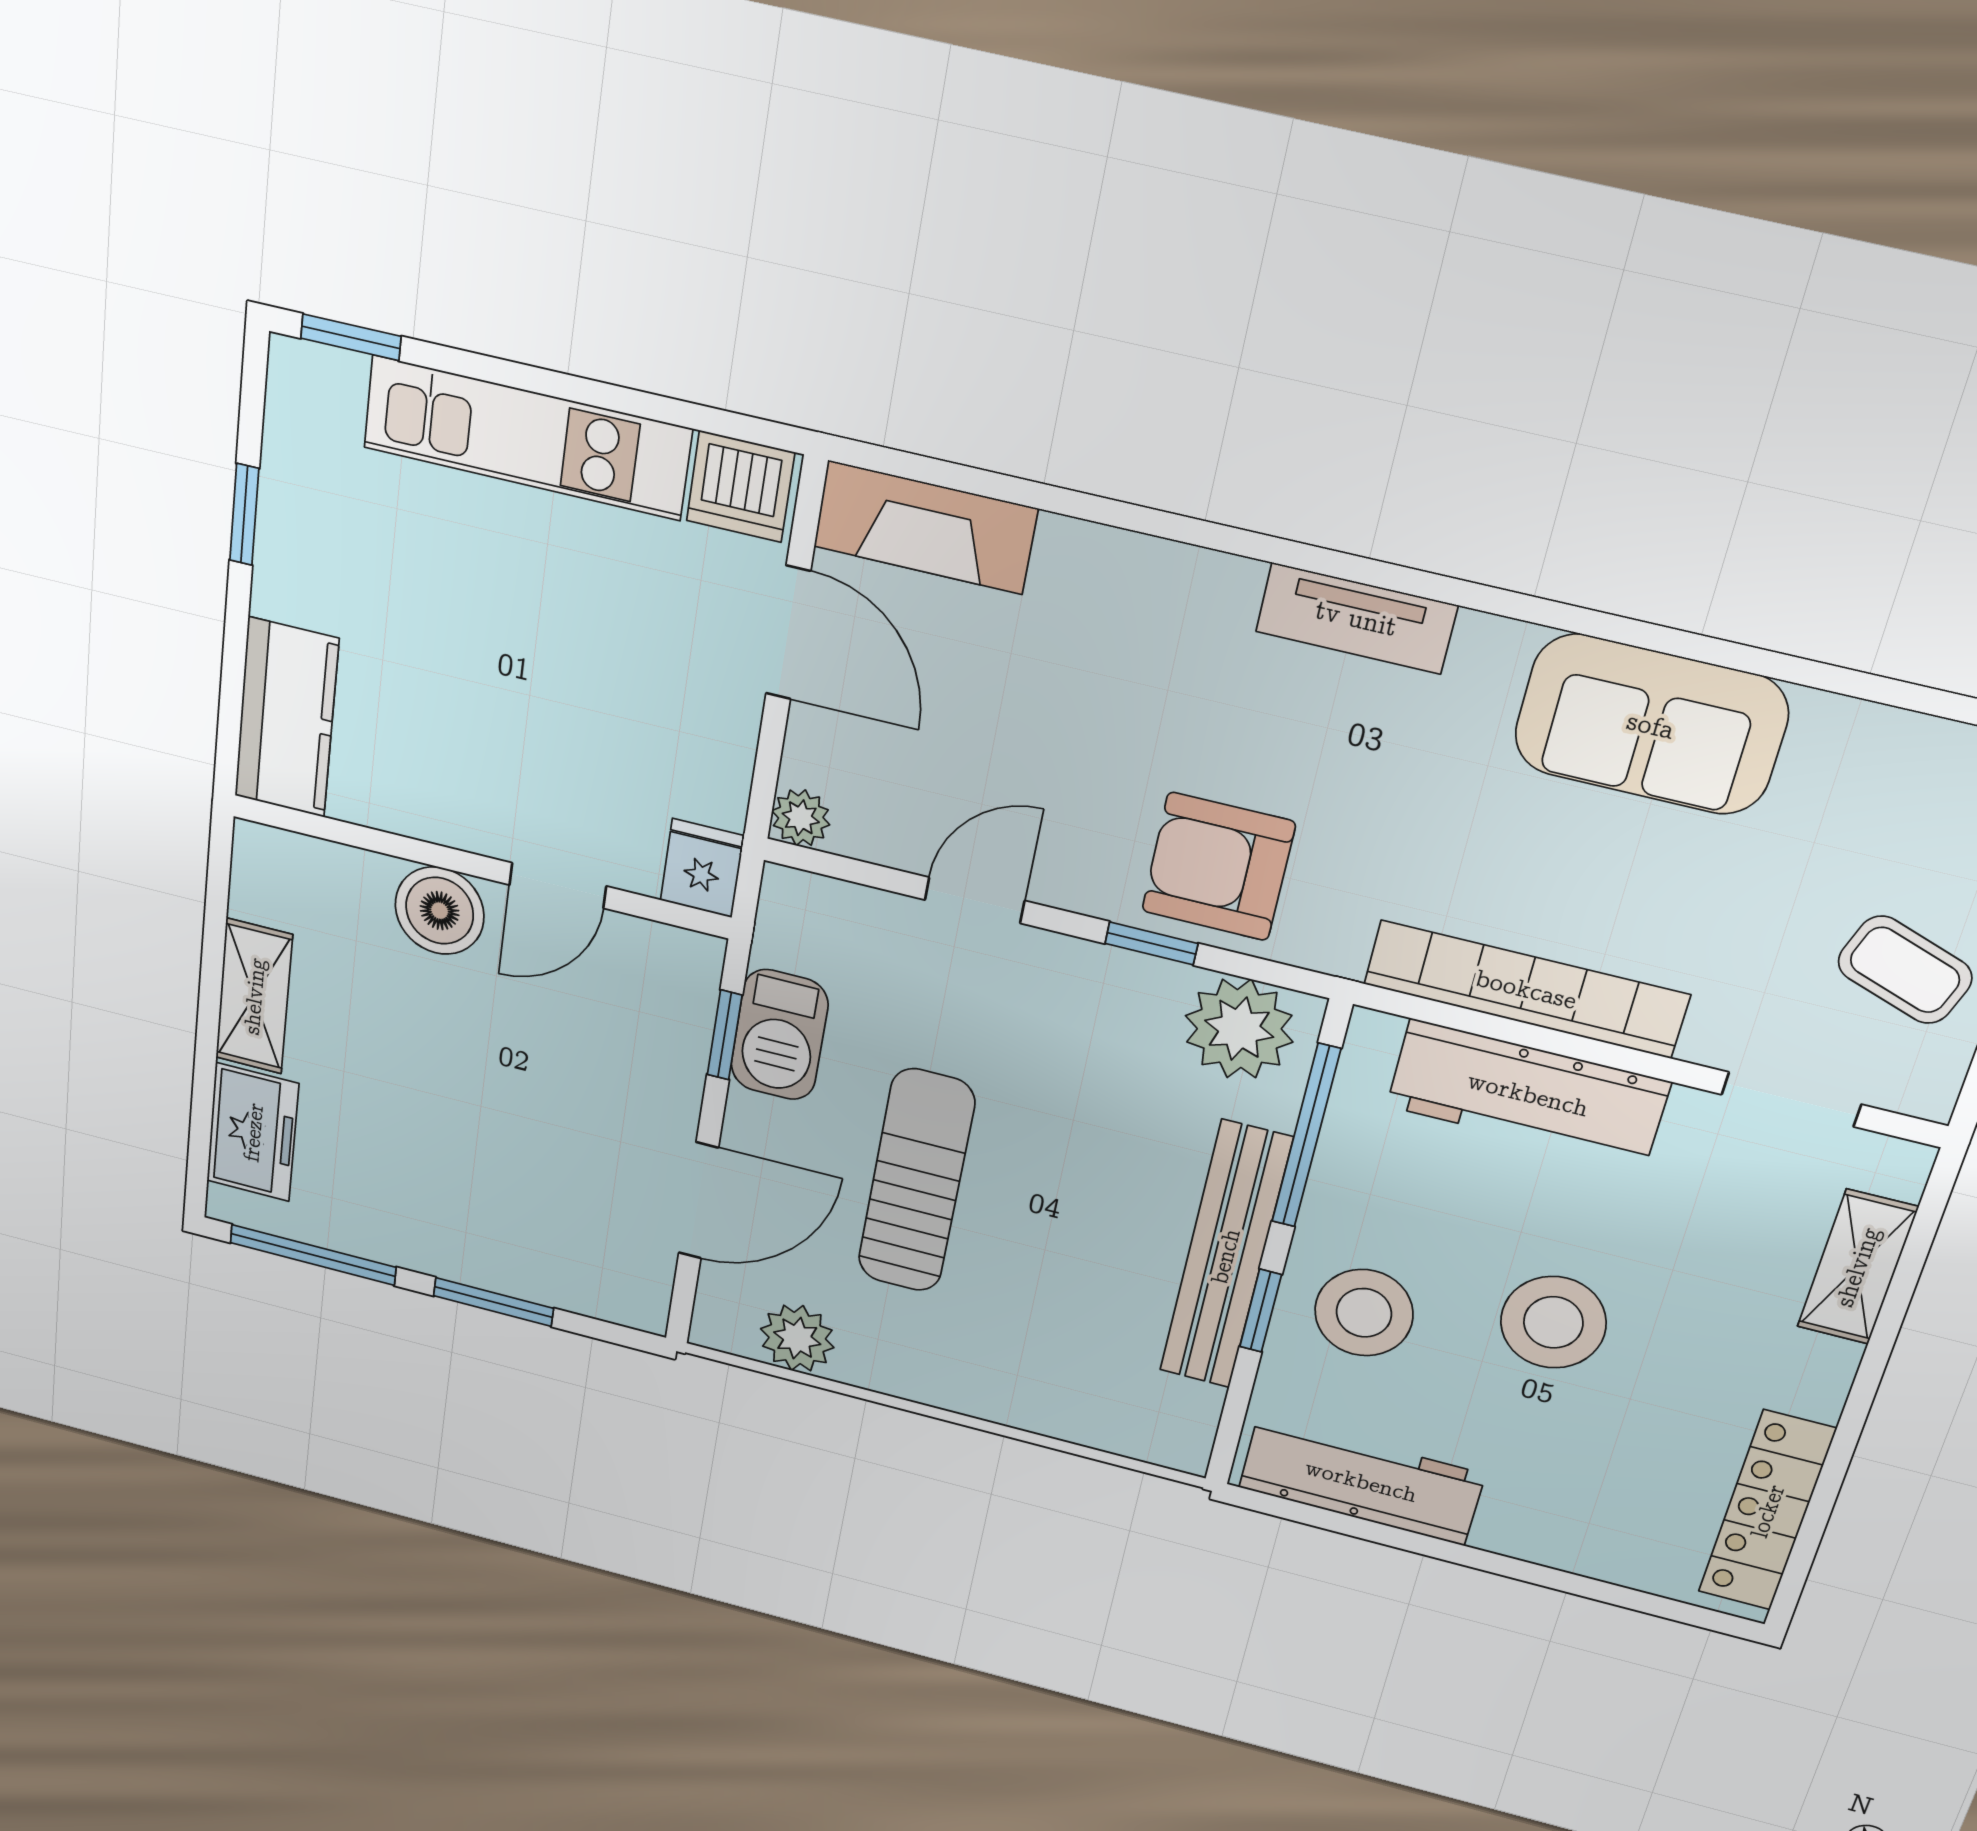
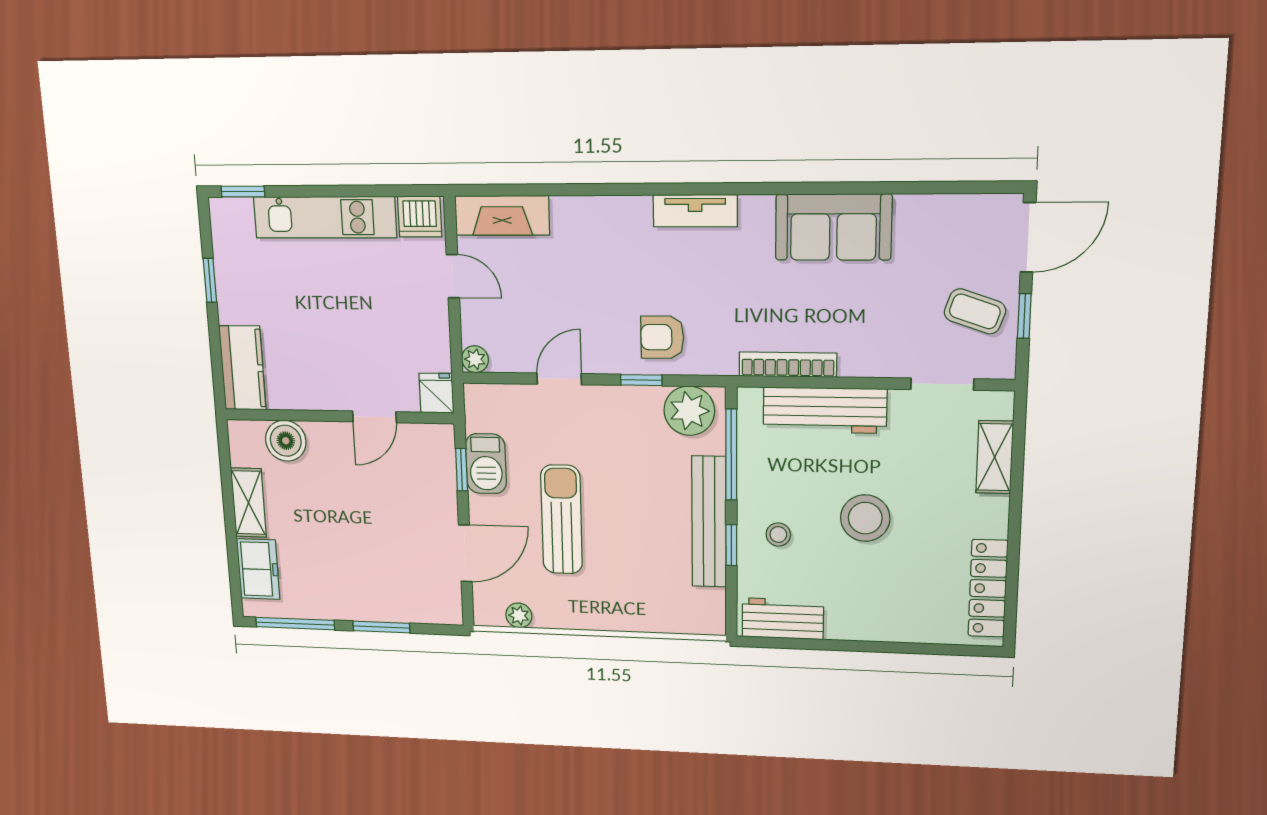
door: (788, 633) -> (453, 276), width x0.73
armchair: (1218, 867) -> (662, 337), width x0.72, depth x0.72
boiler: (440, 911) -> (286, 441), moved
bookcase: (1526, 989) -> (788, 365), width x0.68, depth x0.76
stool: (1364, 1313) -> (778, 535), width x0.53, depth x0.53
plant: (797, 1338) -> (519, 615), width x0.73, depth x0.73
workbench: (1361, 1481) -> (783, 619), width x0.73

